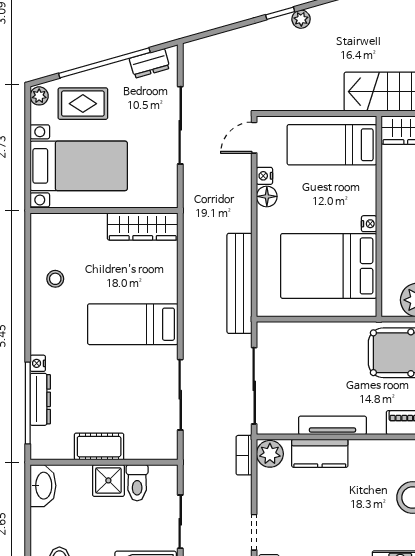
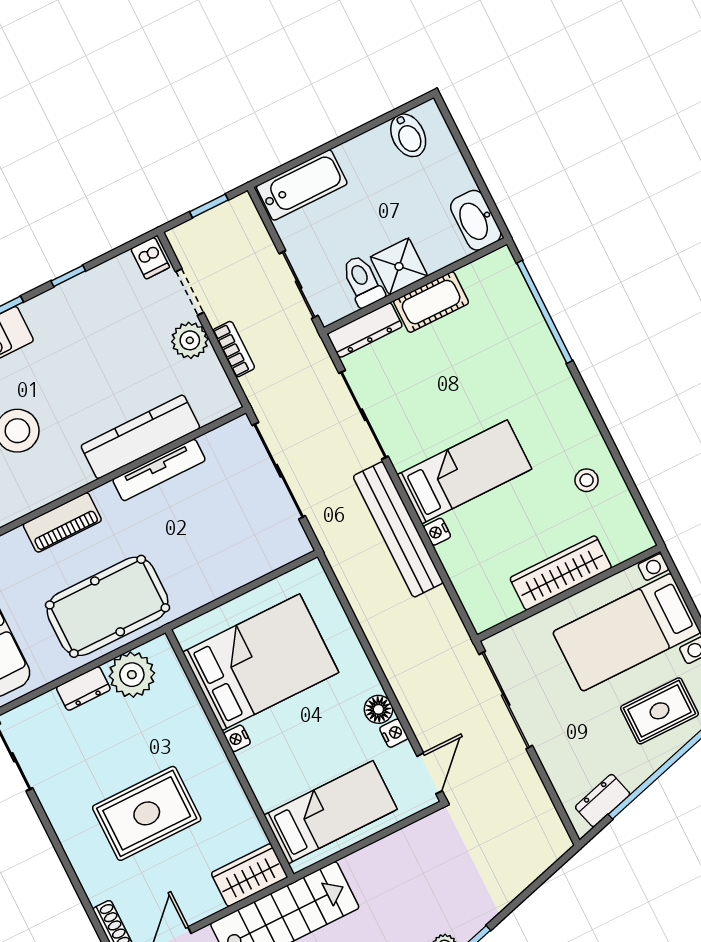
sliding door: (180, 125) -> (506, 700), moved
wardrobe: (143, 226) -> (561, 573), moved
bench: (239, 283) -> (398, 529), moved
nightstand: (38, 363) -> (437, 532), moved, turned 180
dresser: (40, 399) -> (365, 330), moved, turned -90
kitchen counter: (320, 453) -> (140, 437), width x1.50
plant: (270, 454) -> (190, 340), moved
bookcase: (244, 455) -> (234, 349), moved
sliding door: (180, 522) -> (299, 285), moved

